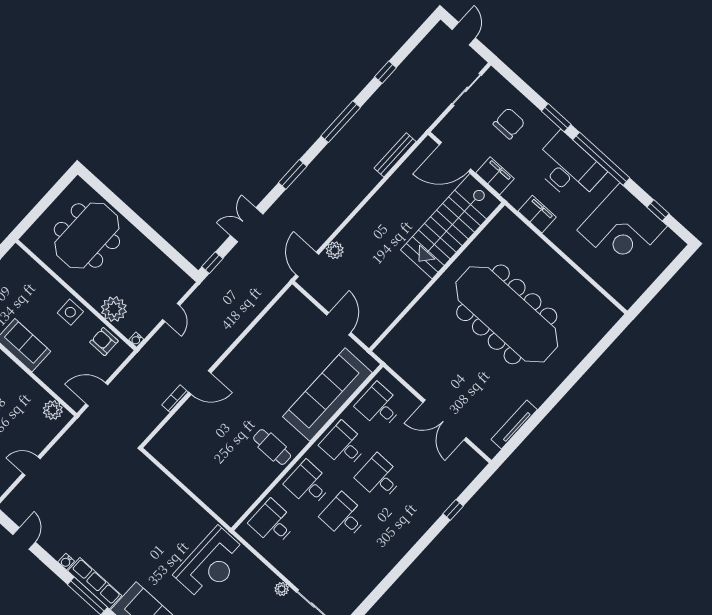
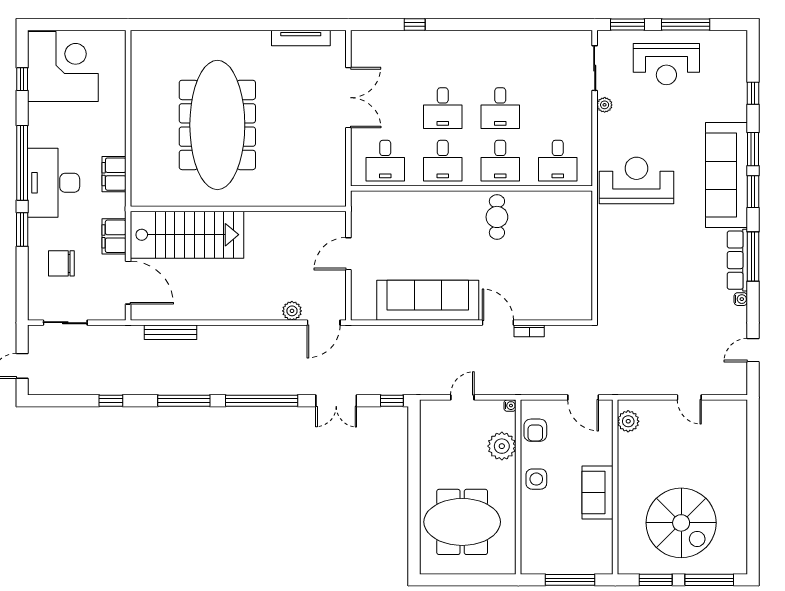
window: (293, 174) -> (262, 401), width x2.11
corner desk: (622, 228) -> (63, 66), moved
sofa: (327, 395) -> (428, 300), moved, turned 180

